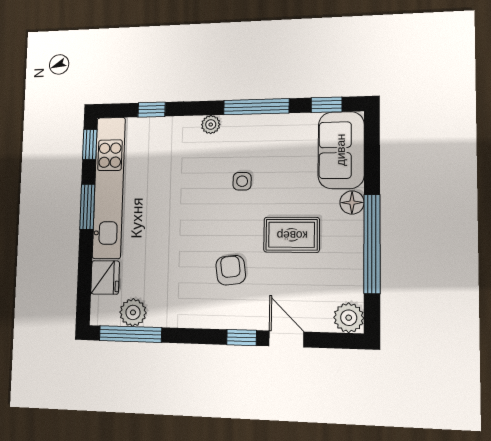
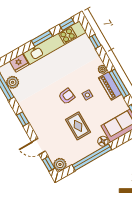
piano: (251, 127) -> (110, 86), added
armchair: (231, 270) -> (67, 96), moved
window: (242, 338) -> (23, 119), moved
door: (286, 339) -> (39, 147), swing flipped
window: (334, 340) -> (49, 164), added

